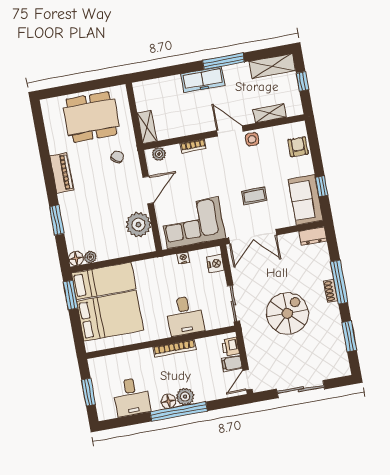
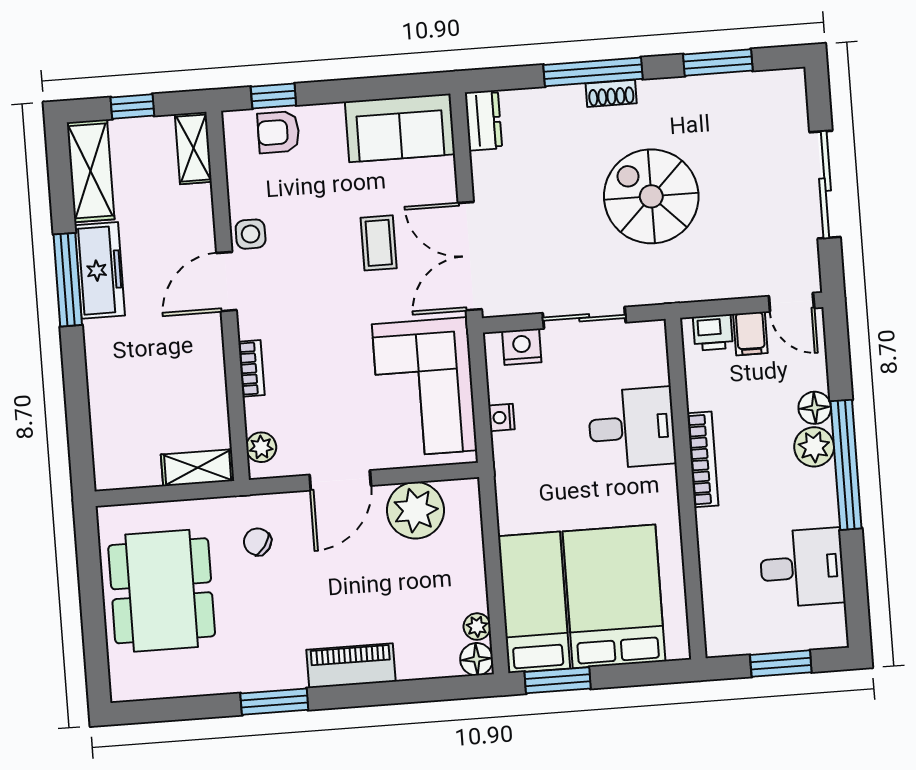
freezer: (203, 80) -> (100, 270), moved
shelving: (270, 113) -> (193, 148), moved
piano: (62, 173) -> (351, 666), moved
window: (322, 186) -> (273, 96), moved
door: (148, 190) -> (340, 480), swing flipped
window: (57, 220) -> (274, 702), moved
double door: (253, 237) -> (470, 256), swing flipped
sliding door: (233, 303) -> (584, 318), moved
floor lamp: (168, 401) -> (815, 408), moved

